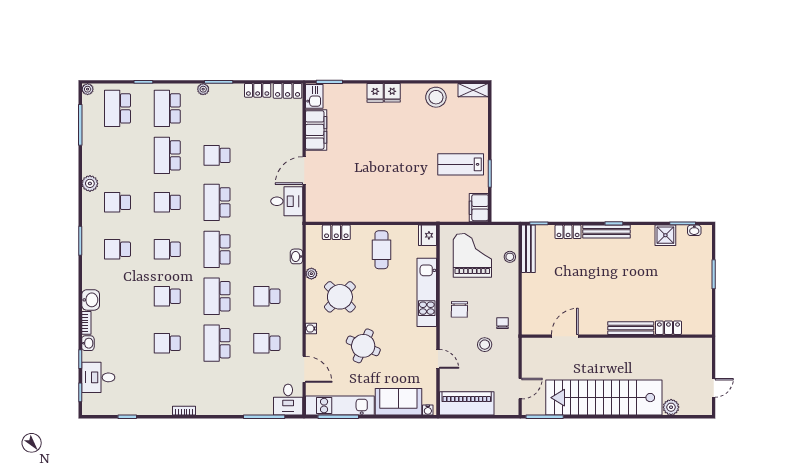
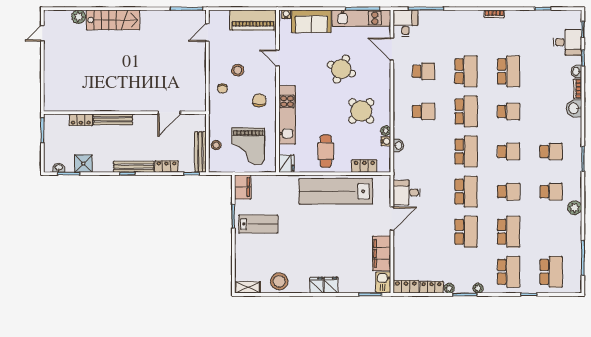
plant: (88, 89) -> (449, 288), moved
school desk: (217, 155) -> (466, 232), width x1.85
lab bench: (370, 203) -> (336, 191), added
water cooler: (311, 328) -> (386, 141), moved
bench: (631, 328) -> (113, 119), moved
locker: (668, 328) -> (81, 120), moved
door: (565, 336) -> (169, 113), moved
wall: (617, 336) -> (125, 113), moved
school desk: (167, 343) -> (509, 71), width x1.85
stairs: (604, 398) -> (113, 20), width x0.54, depth x0.66

